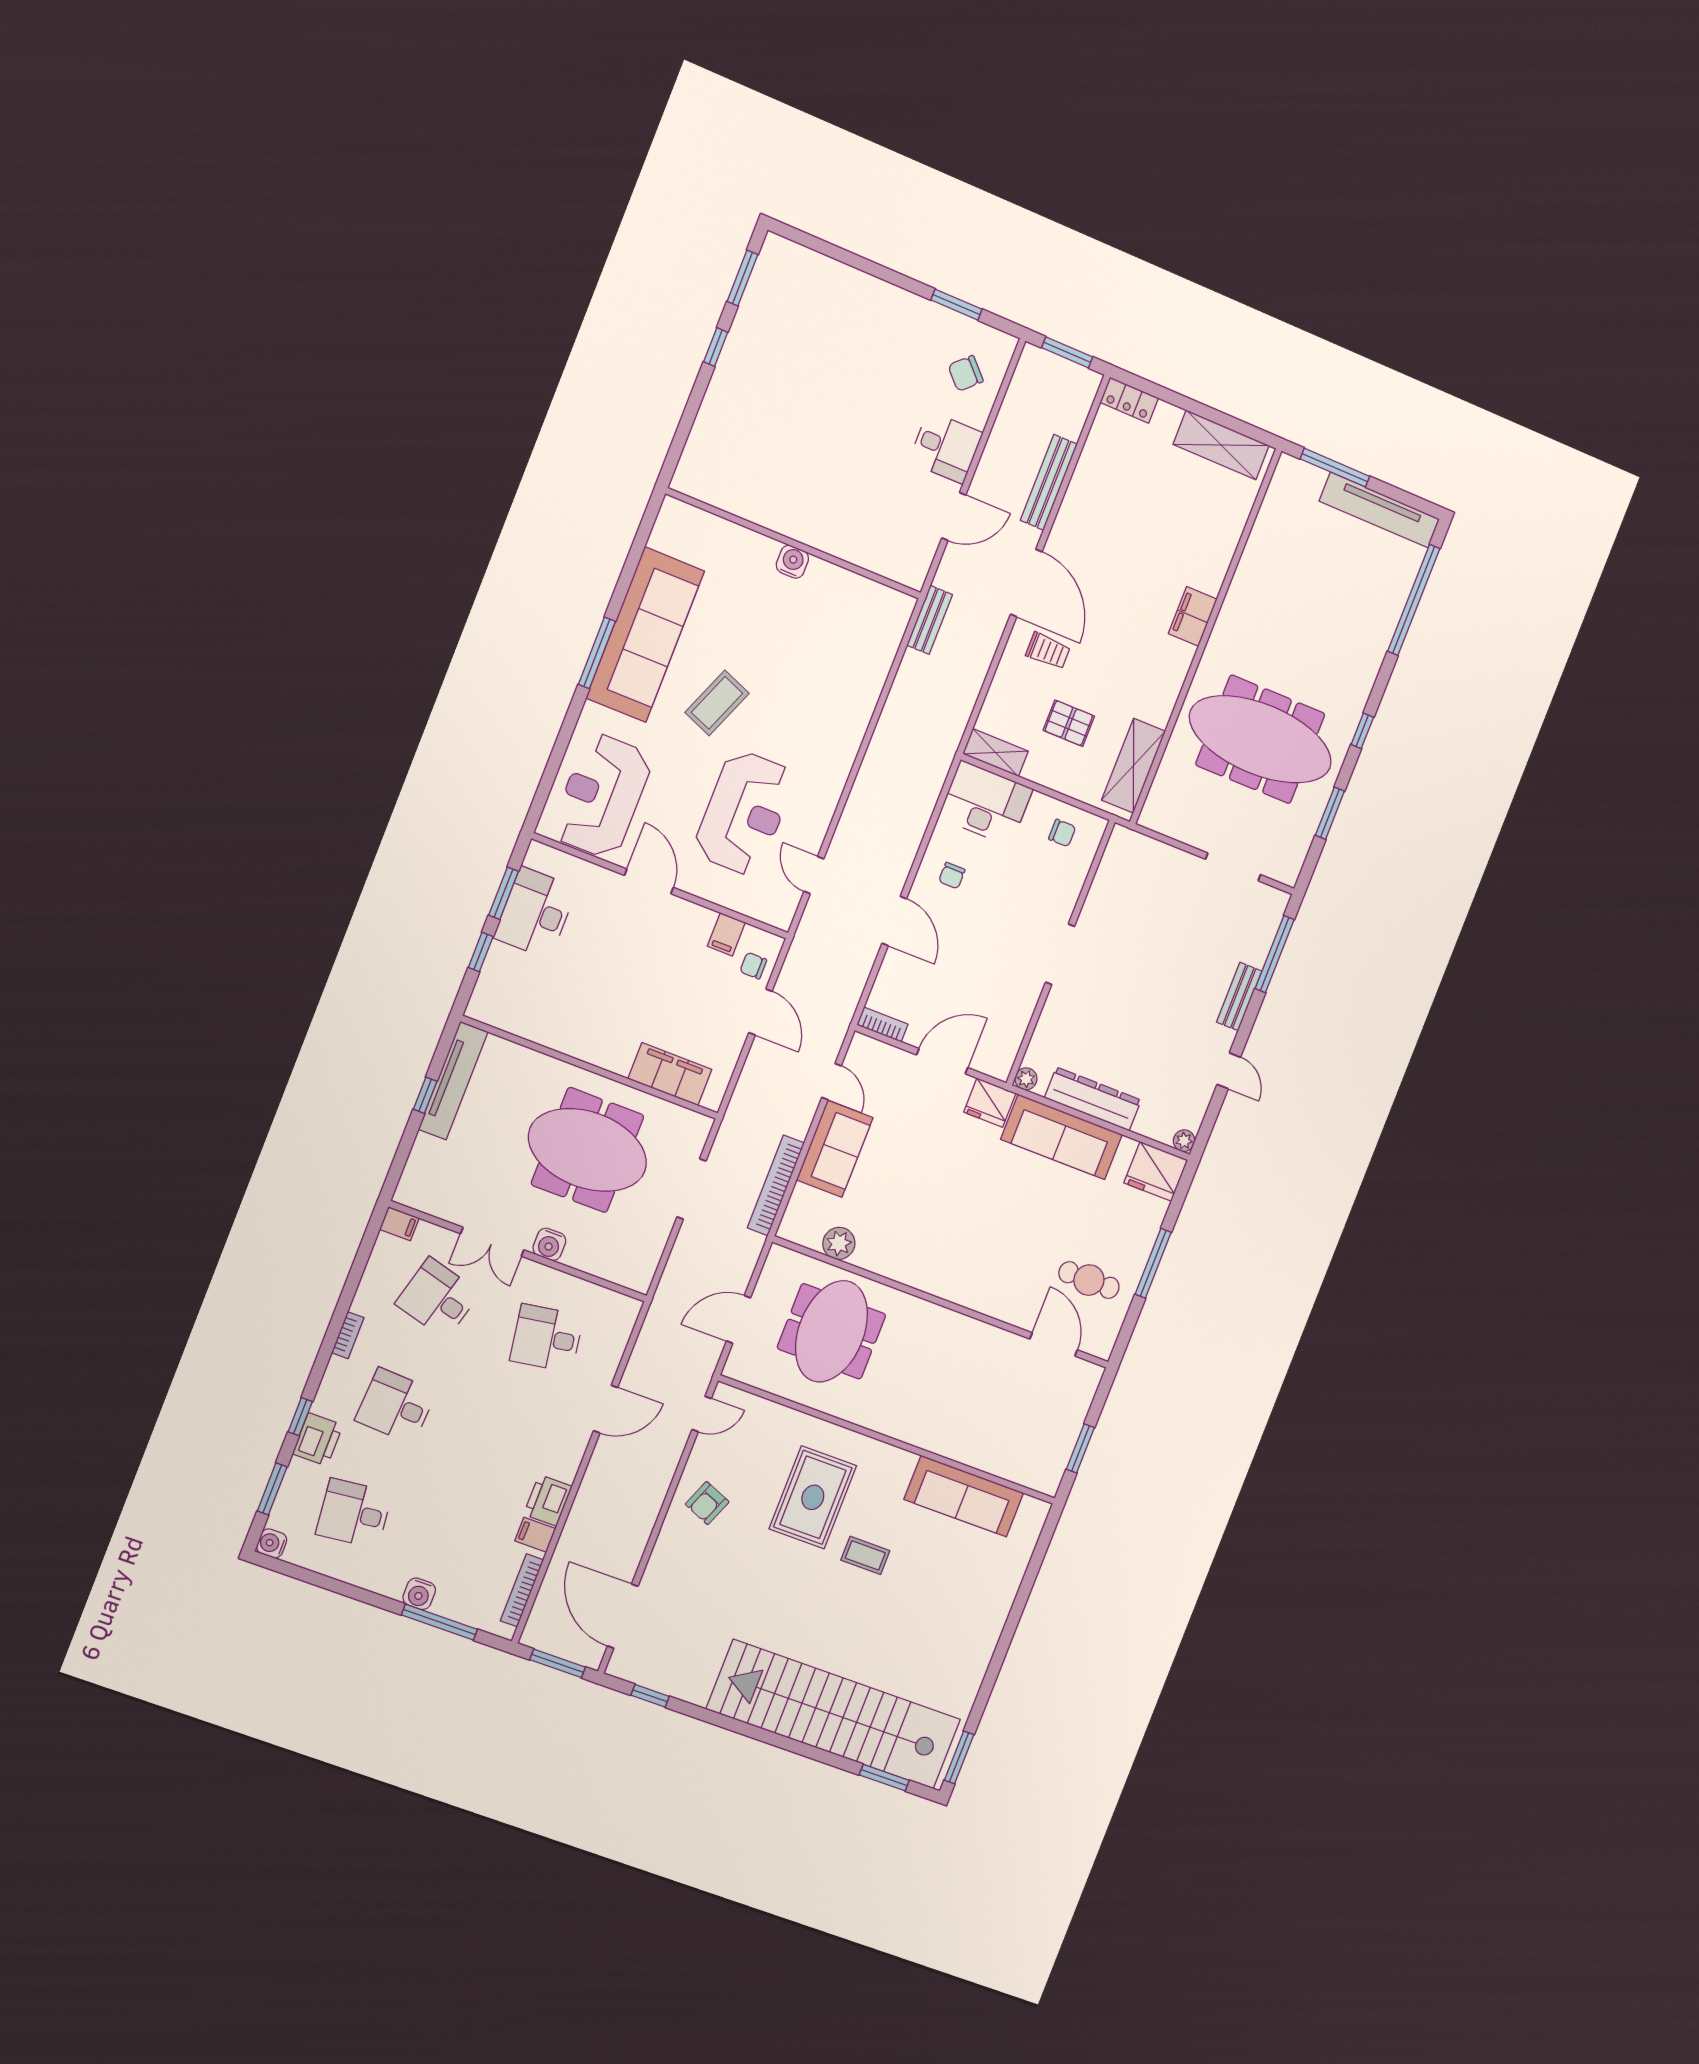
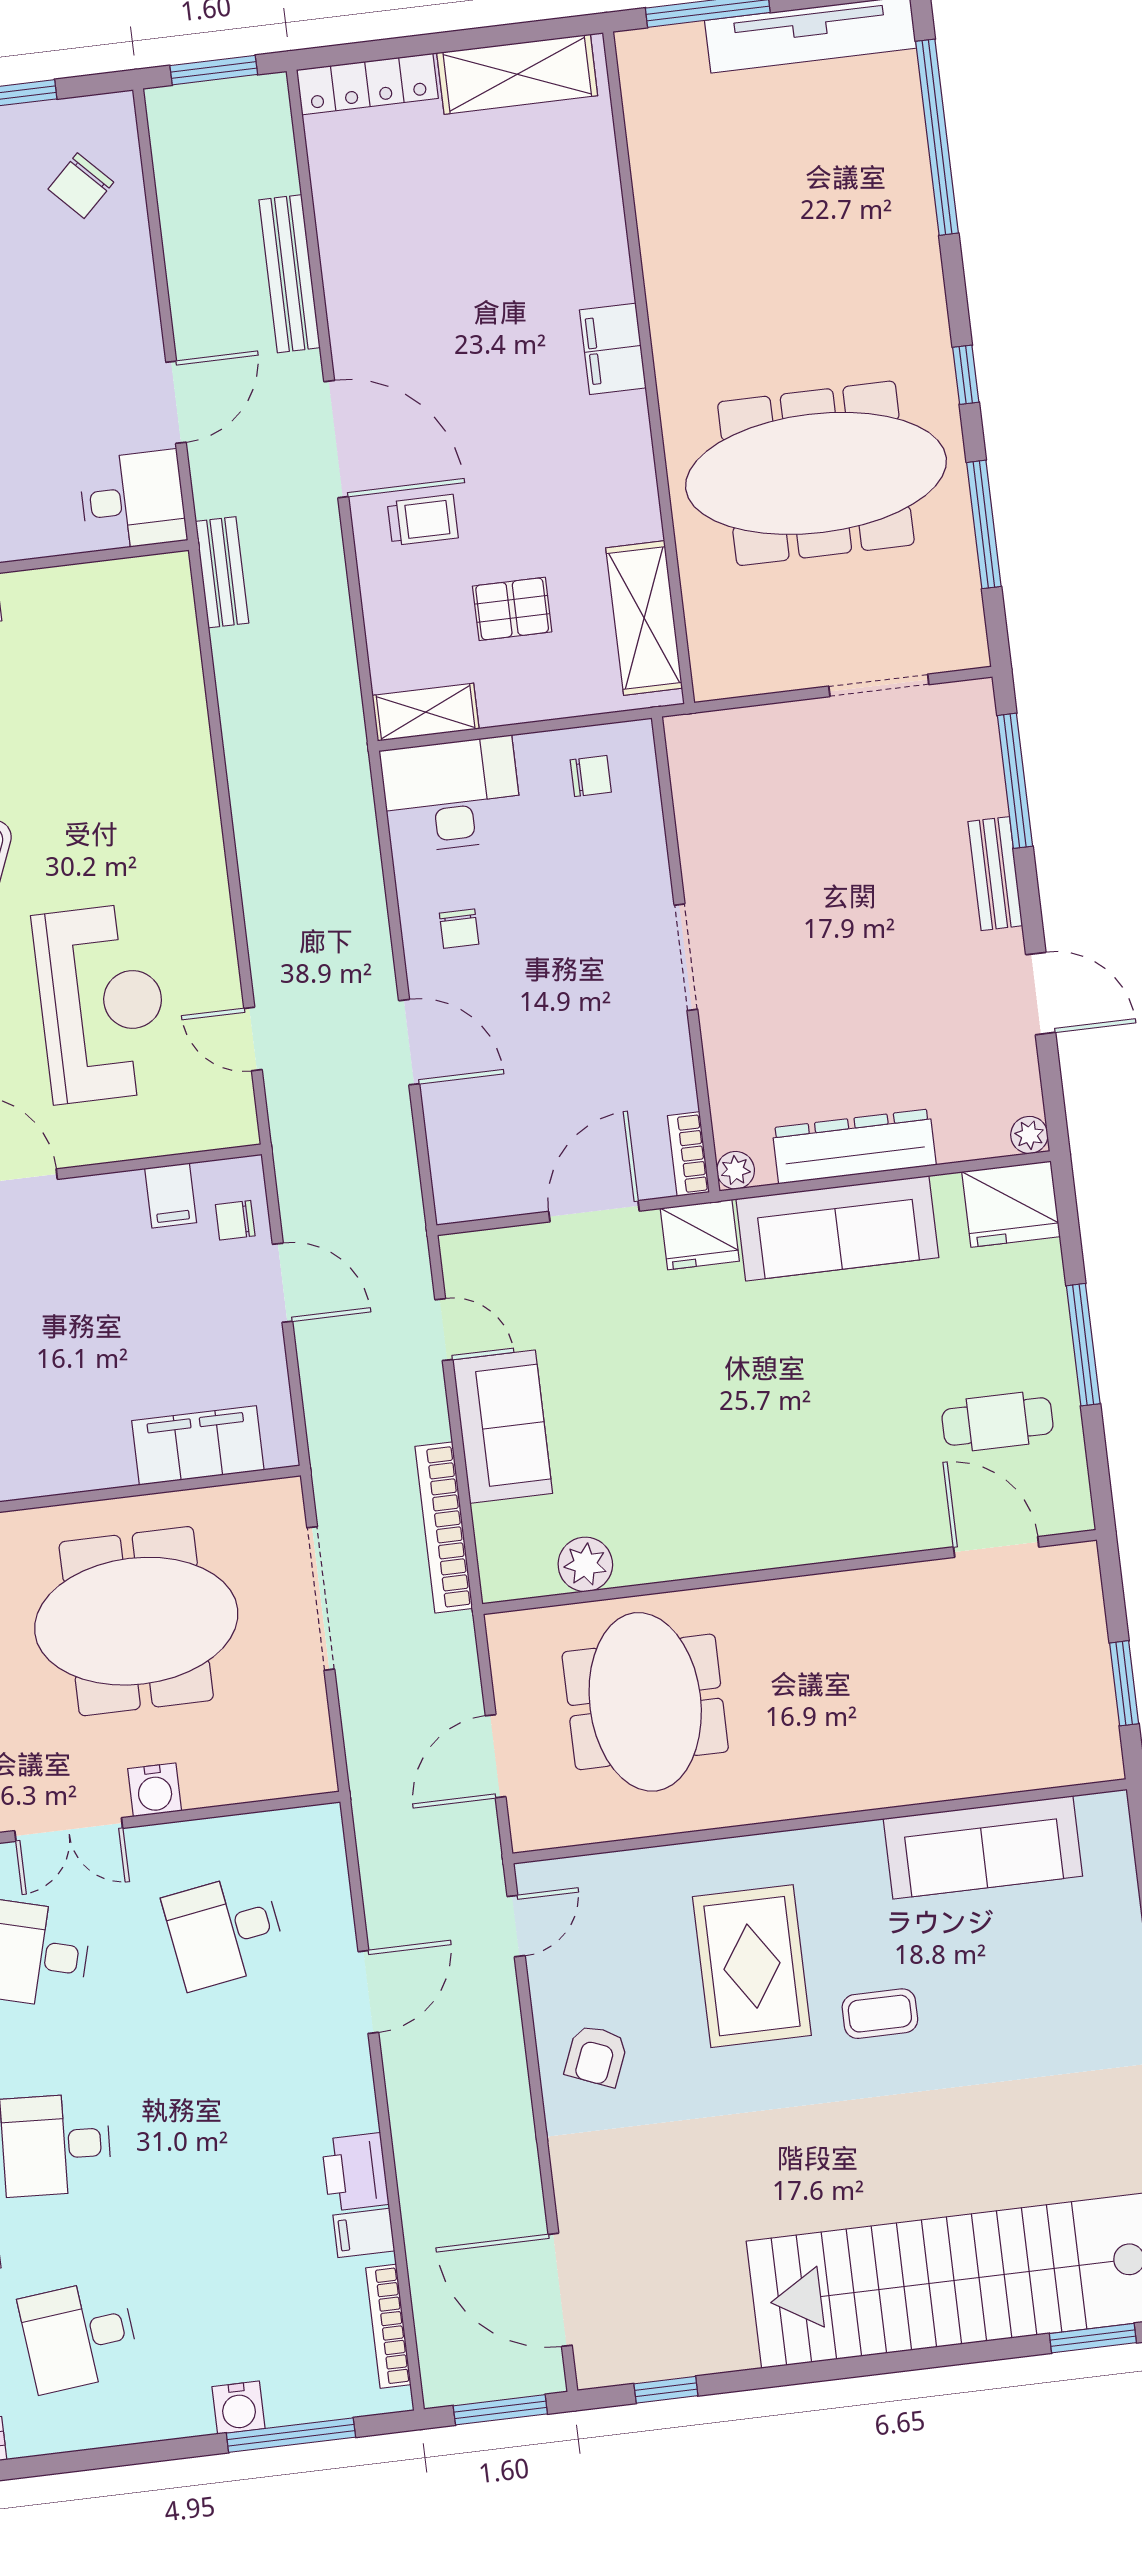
locker: (1129, 400) -> (367, 84), width x1.53
desk: (946, 447) -> (133, 500), moved
window: (1330, 813) -> (984, 524), width x1.44
bookcase: (882, 1025) -> (689, 1154), moved, turned -90
door: (1229, 1071) -> (1041, 994), width x1.38
doorway: (691, 1189) -> (321, 1598), width x1.36

